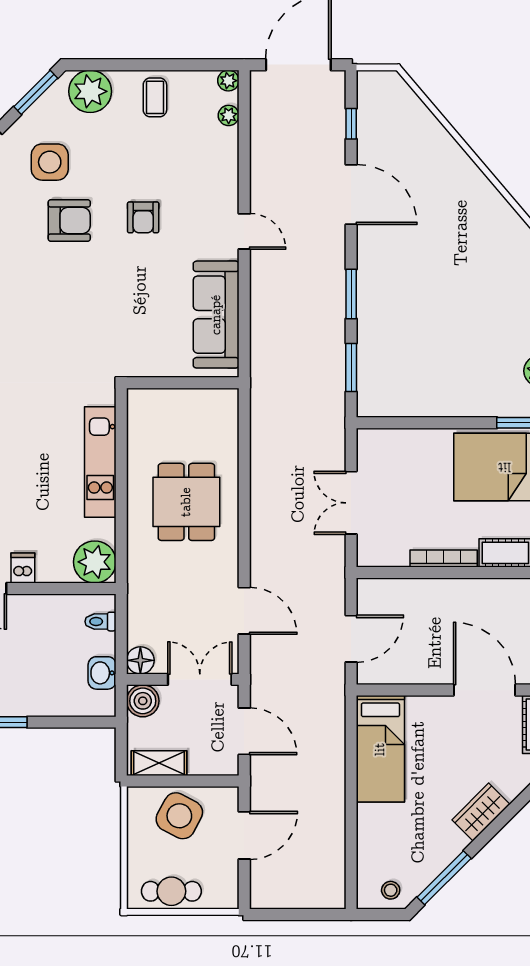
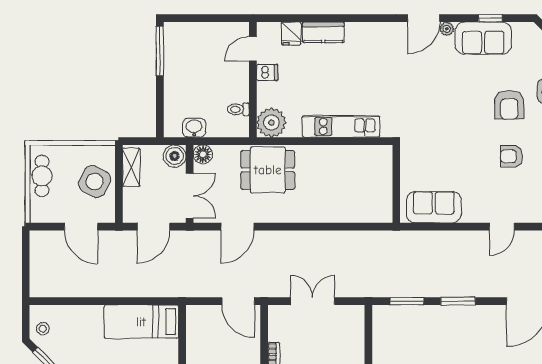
sofa: (216, 315) -> (434, 207), width x0.73
dining table: (186, 502) -> (268, 170), moved
toilet: (100, 622) -> (238, 109), moved, turned -90
door: (351, 639) -> (238, 301), moved

